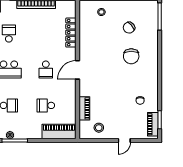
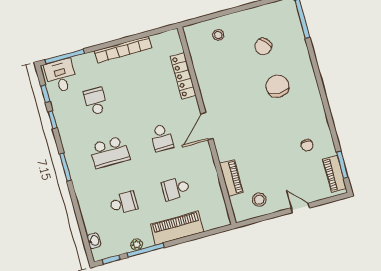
chair: (131, 56) -> (277, 86), turned 180
piano: (59, 132) -> (177, 228), moved
door: (124, 140) -> (300, 208), swing flipped

